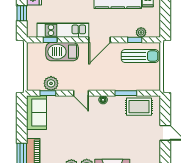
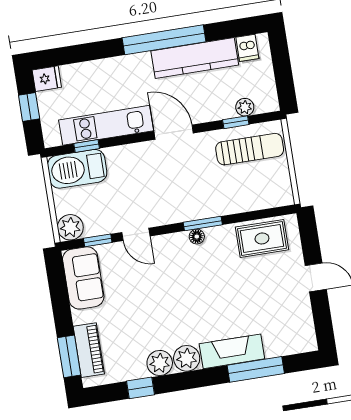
door: (99, 40) -> (174, 132), swing flipped
barbecue: (62, 52) -> (77, 169), moved
plant: (51, 83) -> (70, 227), moved
door: (81, 93) -> (136, 234), moved
window: (126, 93) -> (203, 224), moved

